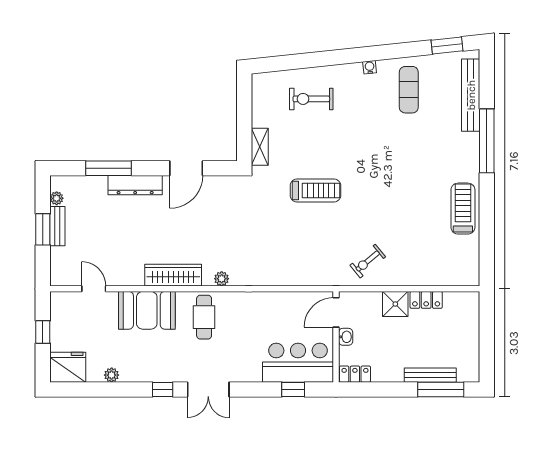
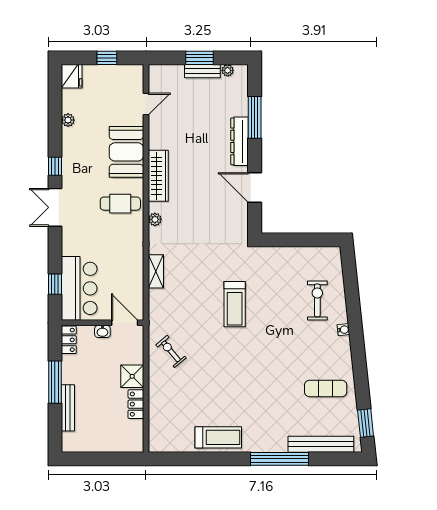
water cooler: (370, 67) -> (343, 330), moved
shelving: (260, 147) -> (156, 271), moved, turned 90
fridge: (68, 367) -> (72, 76), width x0.73, depth x0.75
window: (441, 389) -> (55, 382), moved

